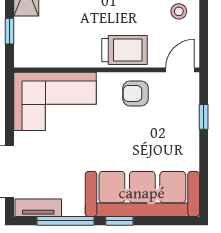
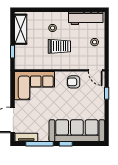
trolley: (125, 50) -> (59, 46), moved
door: (180, 70) -> (95, 70), swing flipped

